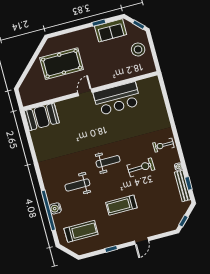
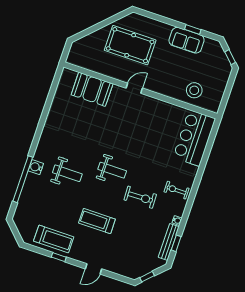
sofa: (111, 30) -> (187, 40), moved
stool: (138, 49) -> (194, 90), moved
bar counter: (117, 99) -> (194, 138), moved, turned 90
booth: (42, 117) -> (92, 89), moved
weight bench: (77, 185) -> (67, 173), turned 180
water cooler: (55, 208) -> (36, 167), moved
treadmill: (81, 231) -> (54, 239), moved

